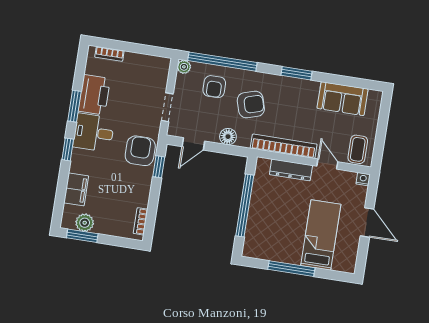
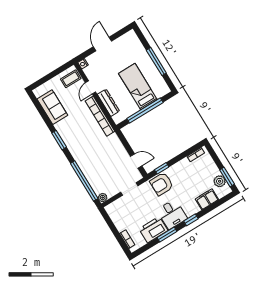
armchair: (214, 87) -> (100, 175), removed
armchair: (251, 105) -> (93, 149), removed
floor lamp: (228, 137) -> (118, 147), removed
bed: (321, 235) -> (138, 86), moved, turned 90

